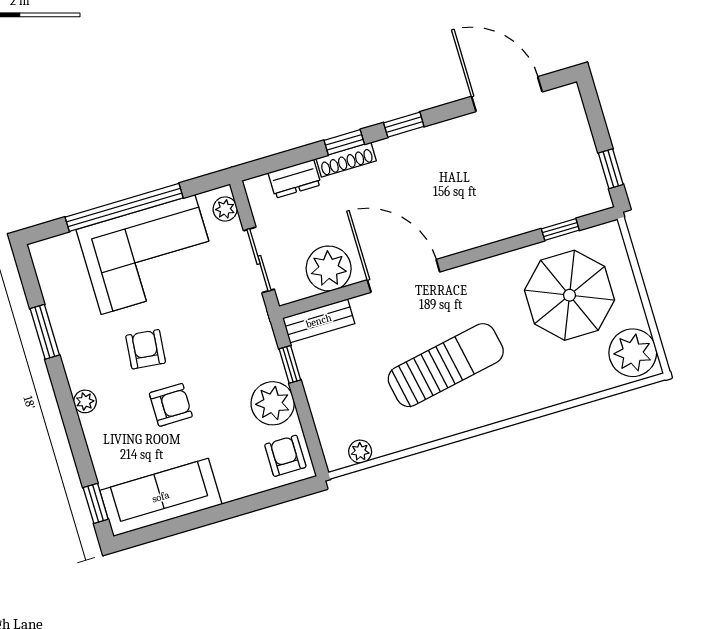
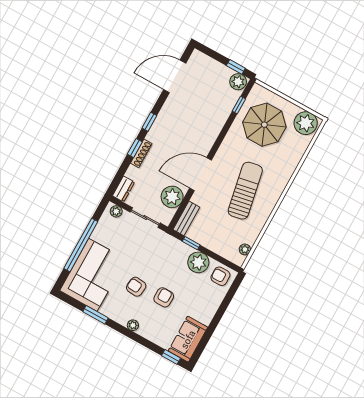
dresser: (294, 179) -> (124, 189), moved
plant: (593, 194) -> (238, 82), added
corner sofa: (148, 254) -> (93, 275), moved
sofa: (161, 497) -> (188, 339), width x0.73

